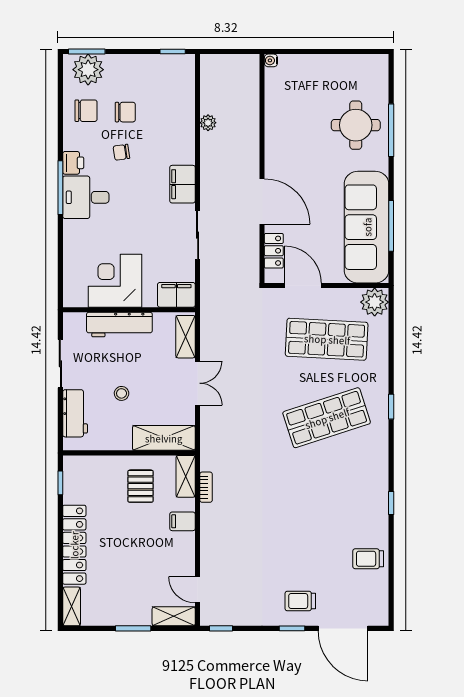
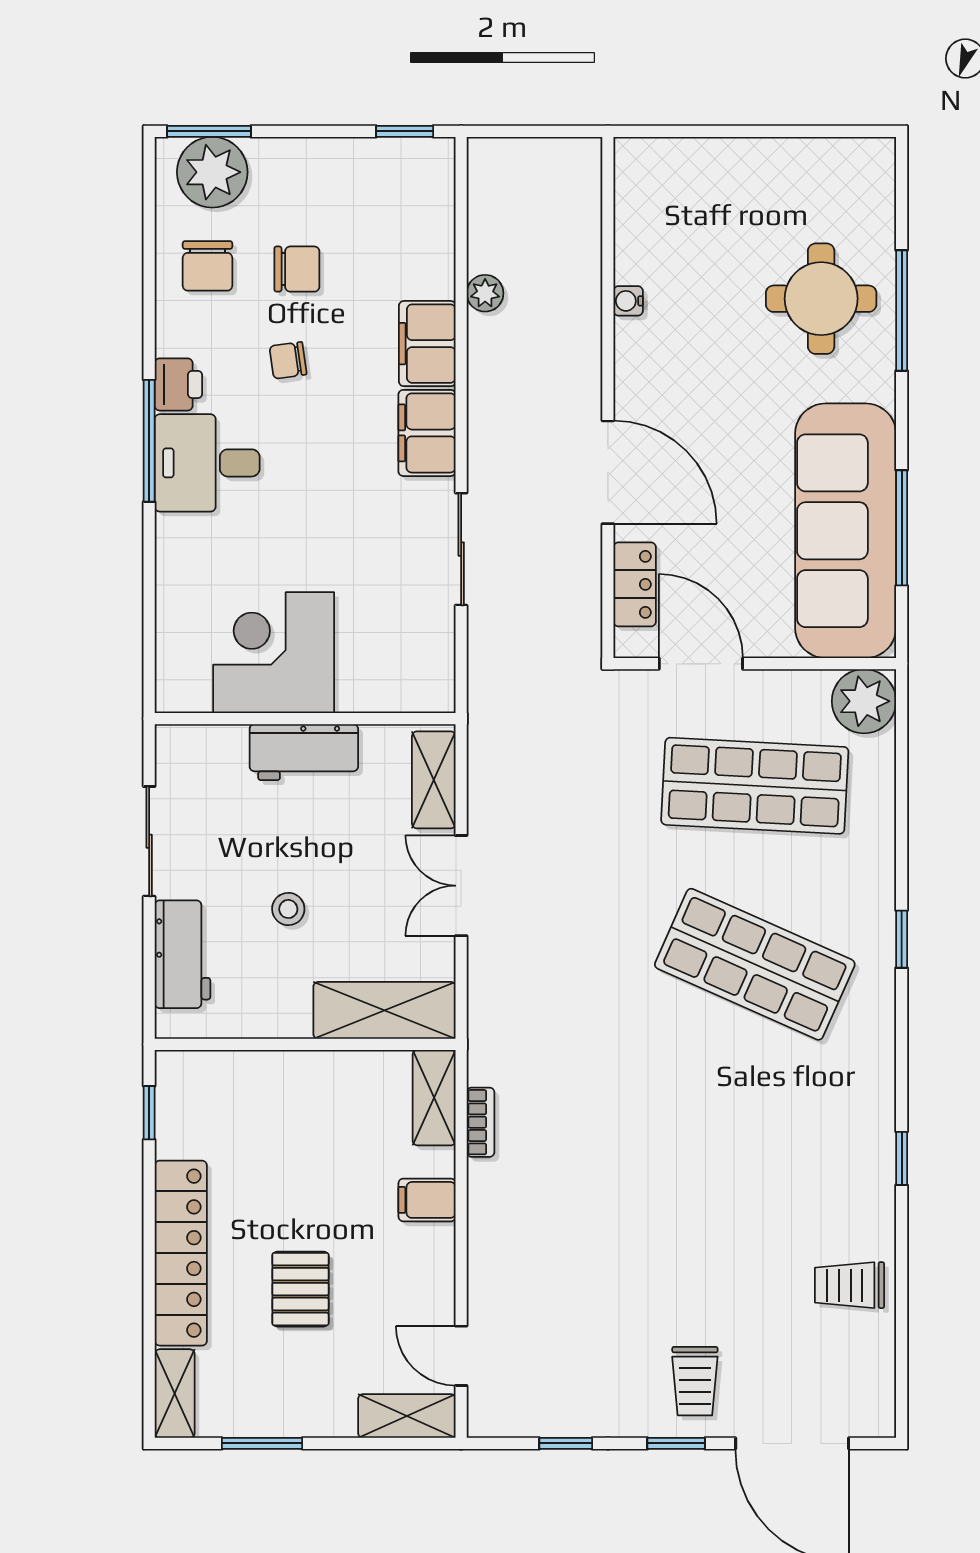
water cooler: (271, 60) -> (628, 301), moved
chair: (86, 111) -> (207, 266), turned 90
filing cabinet: (176, 295) -> (427, 344), moved, turned -90
workbench: (119, 324) -> (304, 752), width x0.73
double door: (198, 383) -> (461, 886), swing flipped
shop shelf: (327, 418) -> (755, 964), turned 42
pallet: (141, 486) -> (300, 1289), moved
trolley: (300, 601) -> (695, 1381), turned -90
window: (133, 628) -> (262, 1443), moved
window: (221, 628) -> (566, 1443), moved

